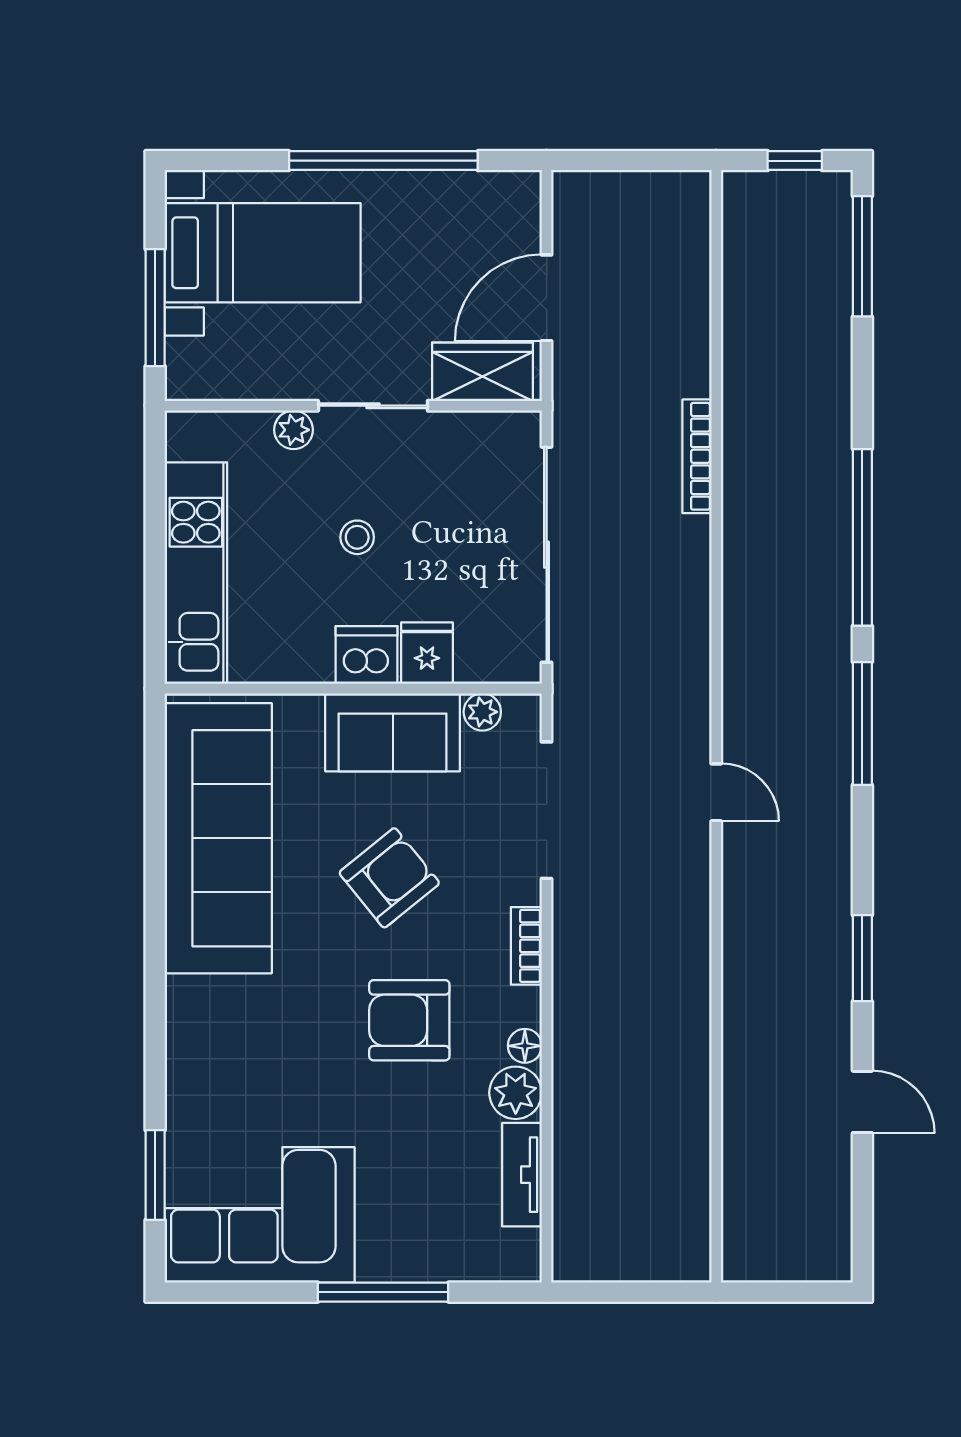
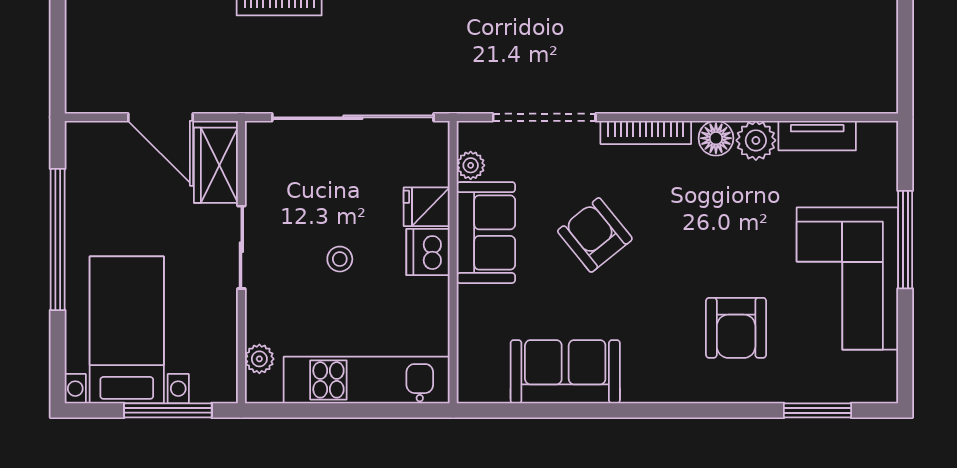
plant: (294, 430) -> (259, 359), moved
sofa: (218, 838) -> (565, 372), width x0.54, depth x0.79
bookcase: (526, 946) -> (646, 132), width x1.56
armchair: (409, 1020) -> (736, 328), moved
floor lamp: (525, 1046) -> (716, 138), width x1.37, depth x1.37
corner sofa: (260, 1215) -> (847, 279), moved

